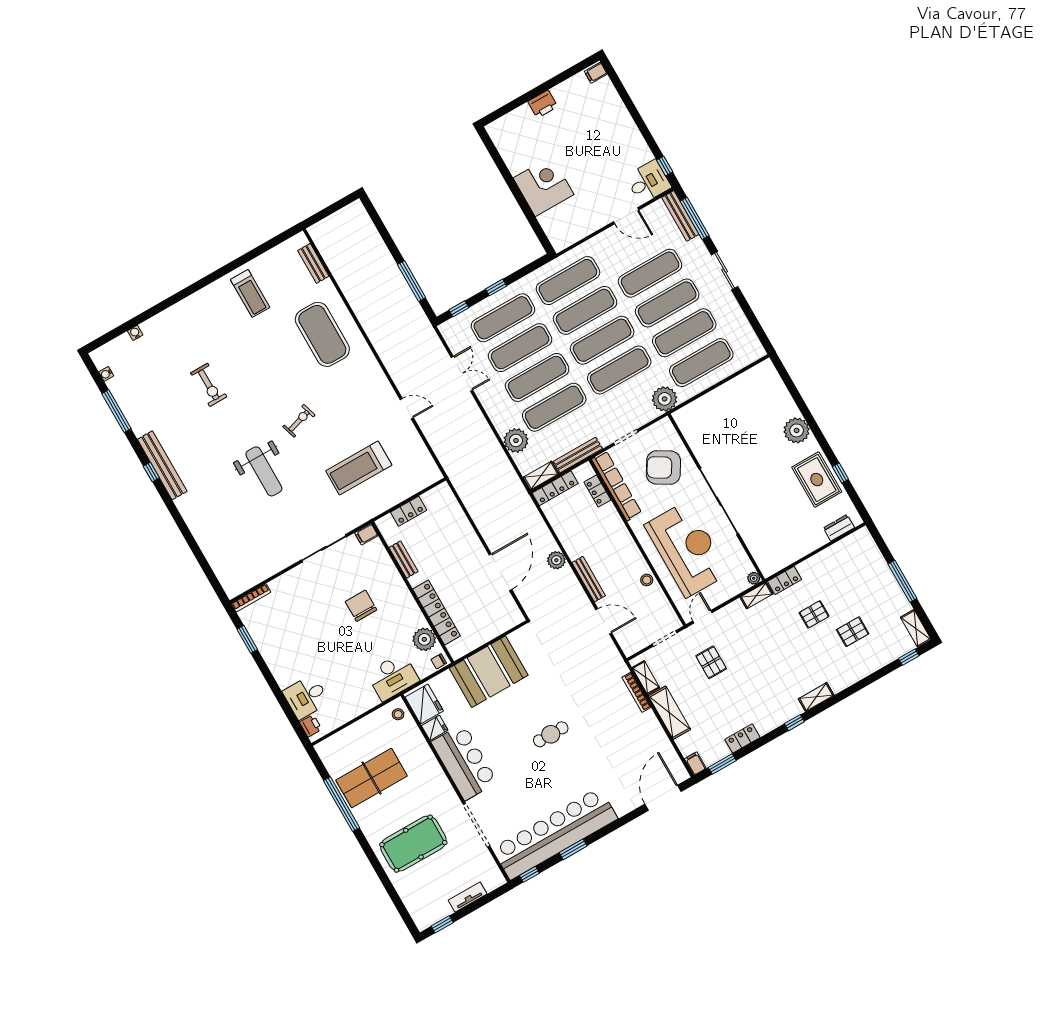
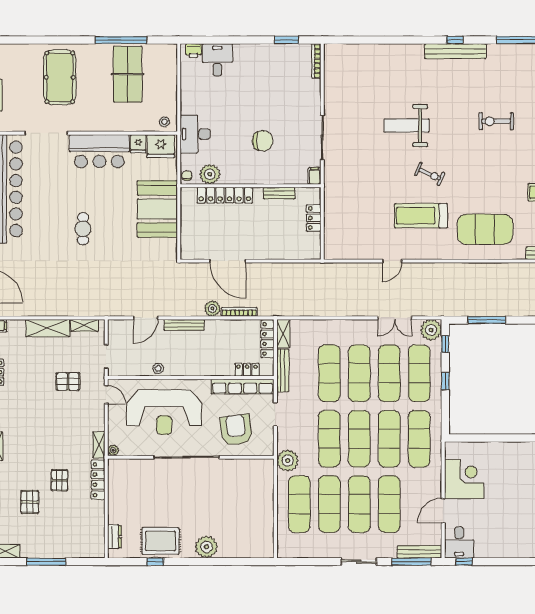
corner desk: (543, 186) -> (464, 479), moved, turned -90
exercise bike: (299, 421) -> (430, 174), turned -49
plant: (516, 440) -> (431, 330), moved
armchair: (663, 467) -> (236, 430), turned -39
treadmill: (359, 468) -> (421, 216), moved, turned -90
locker: (785, 580) -> (98, 480), width x1.53
bookcase: (636, 692) -> (239, 312), moved

